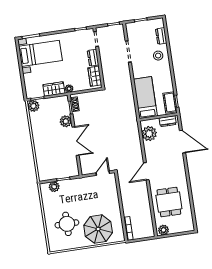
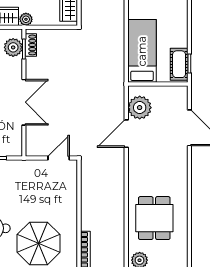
plant: (66, 121) -> (13, 47), moved
dresser: (168, 121) -> (171, 93), removed
door: (146, 171) -> (126, 134), moved

